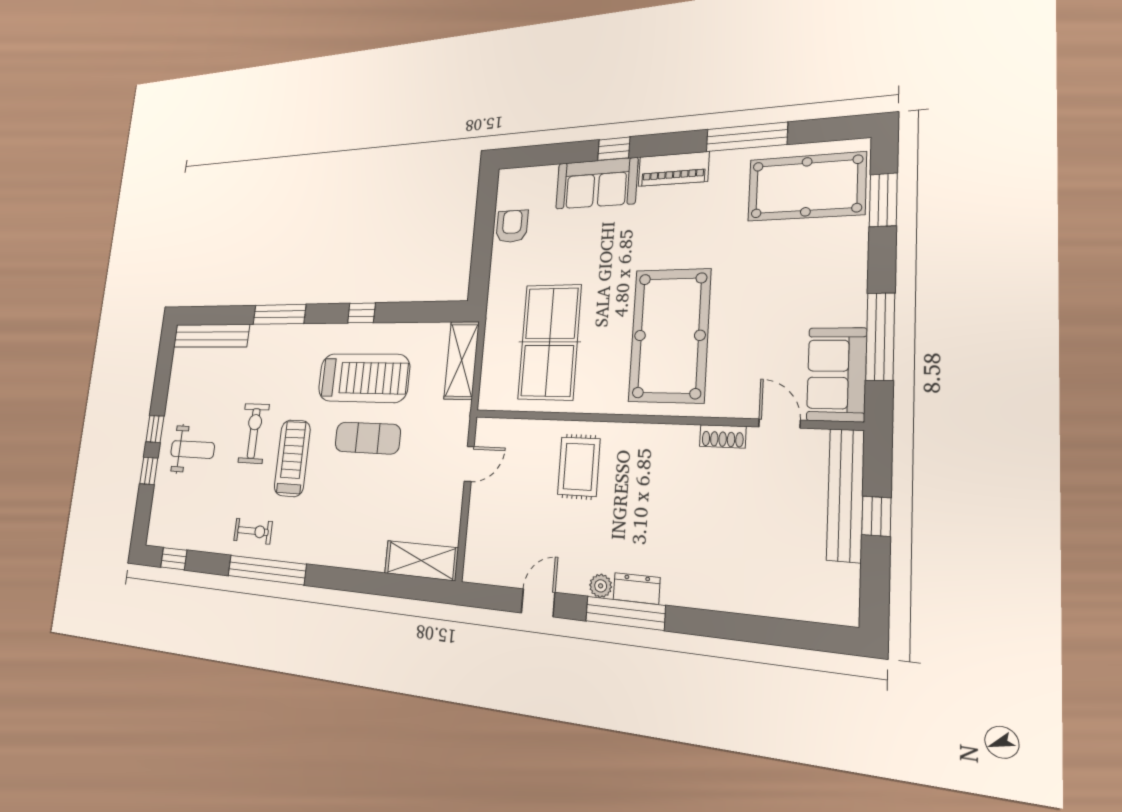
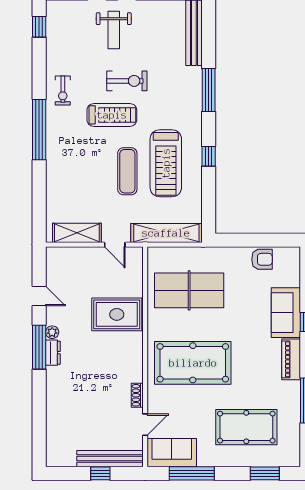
pool table: (806, 187) -> (246, 427), moved, turned 90
shelving: (462, 360) -> (166, 233), width x1.47
rug: (579, 467) -> (117, 314), width x1.36, depth x1.43
shelving: (421, 561) -> (77, 233), moved, turned 90
window: (267, 570) -> (39, 130), moved

